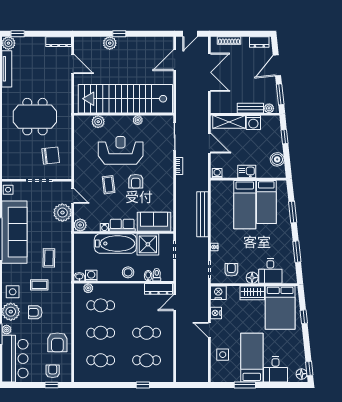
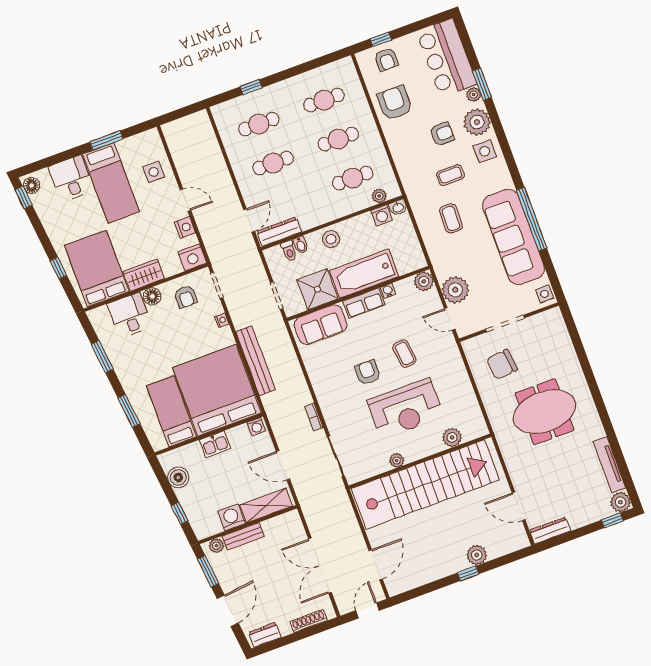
bed: (245, 205) -> (217, 390), width x2.04

